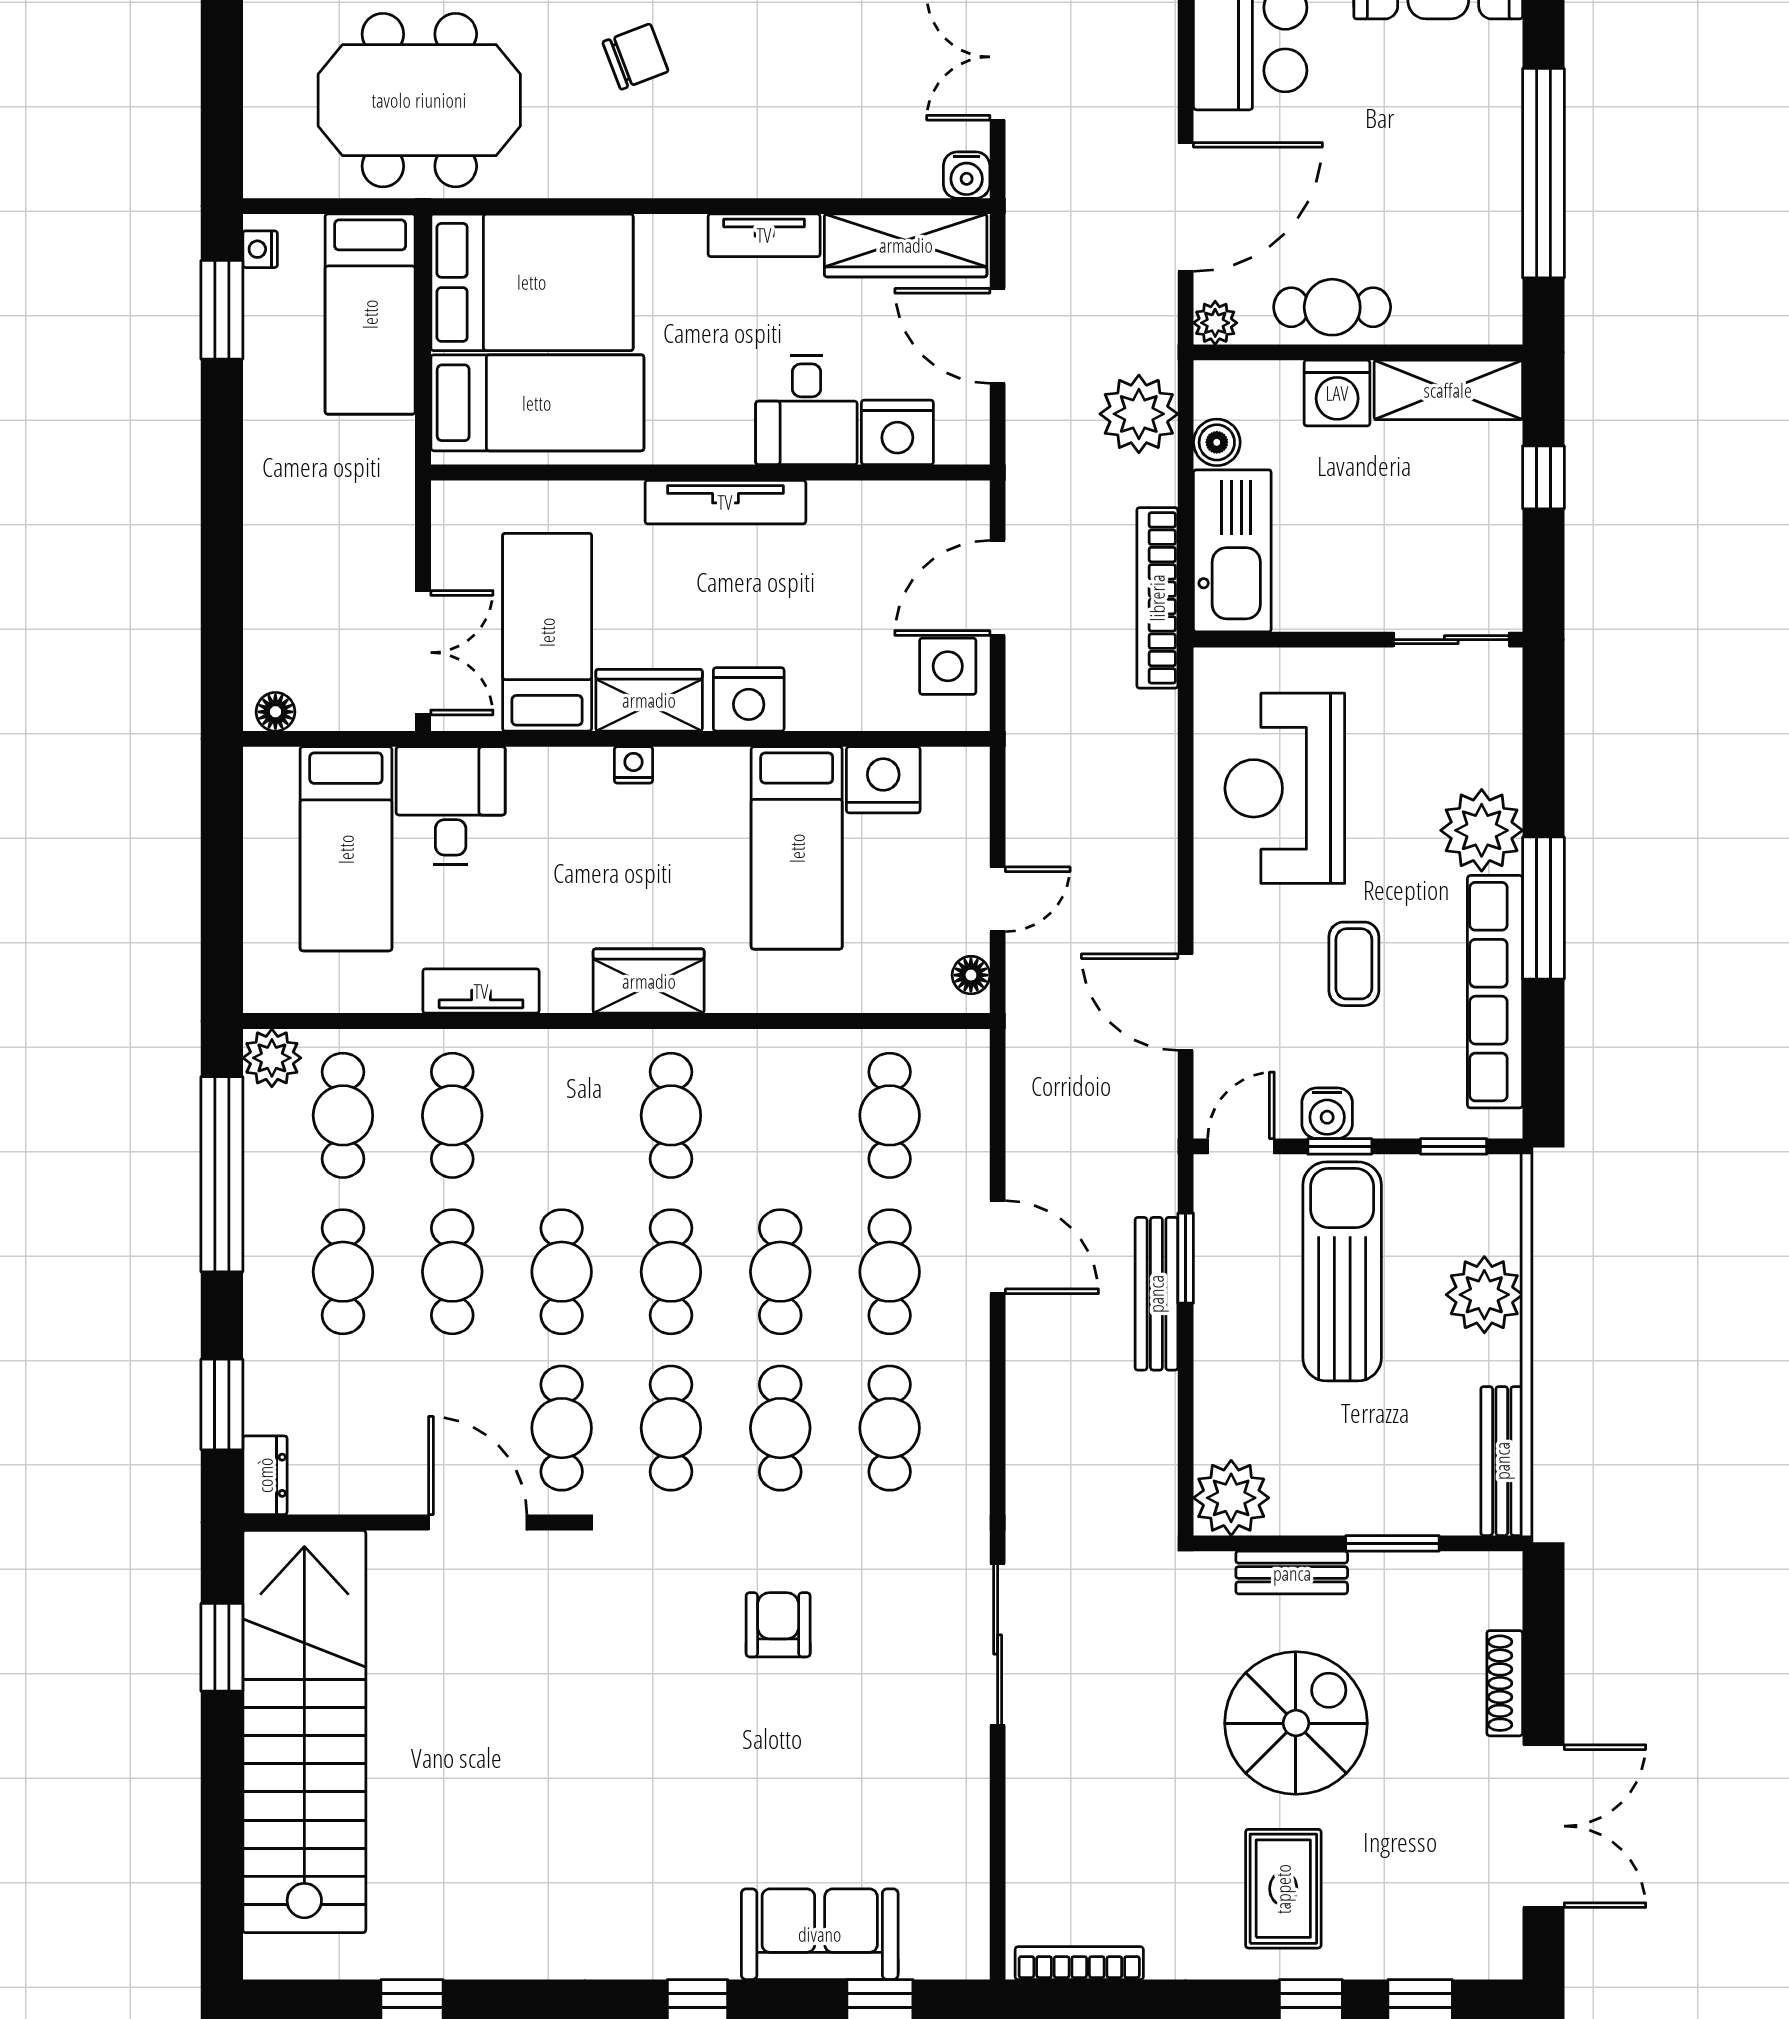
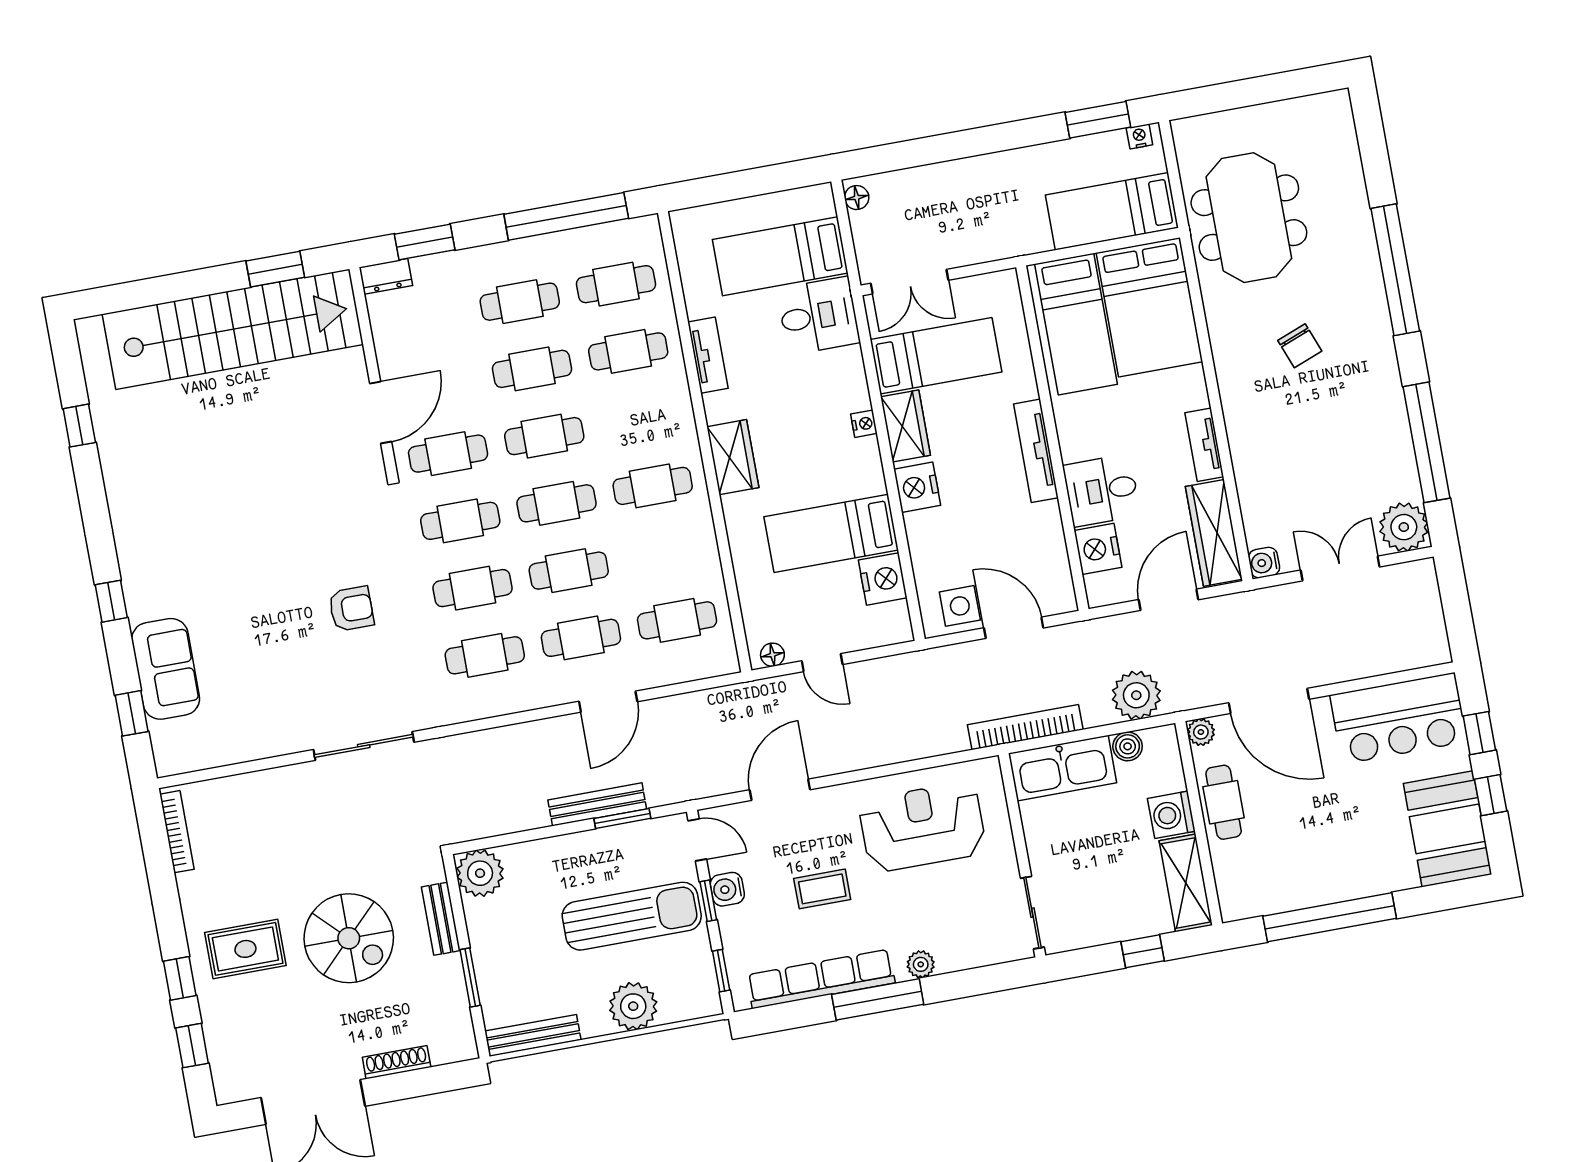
plant: (1482, 830) -> (921, 964), width x0.53, depth x0.53
plant: (272, 1058) -> (643, 234), removed

